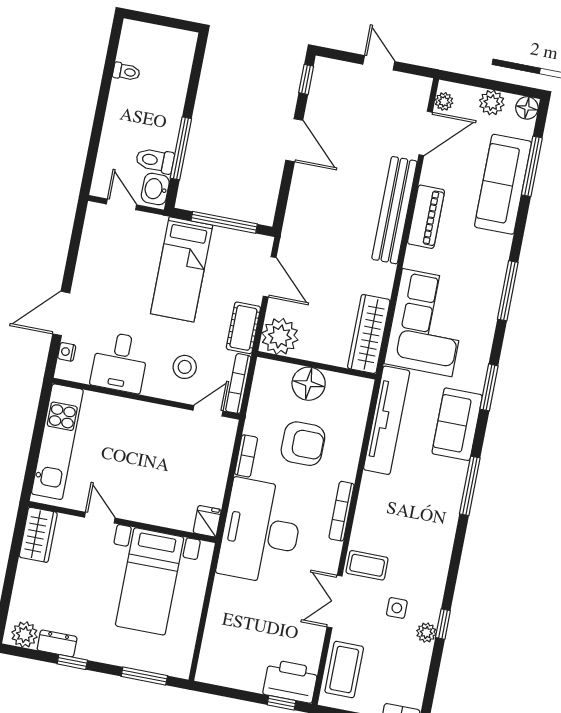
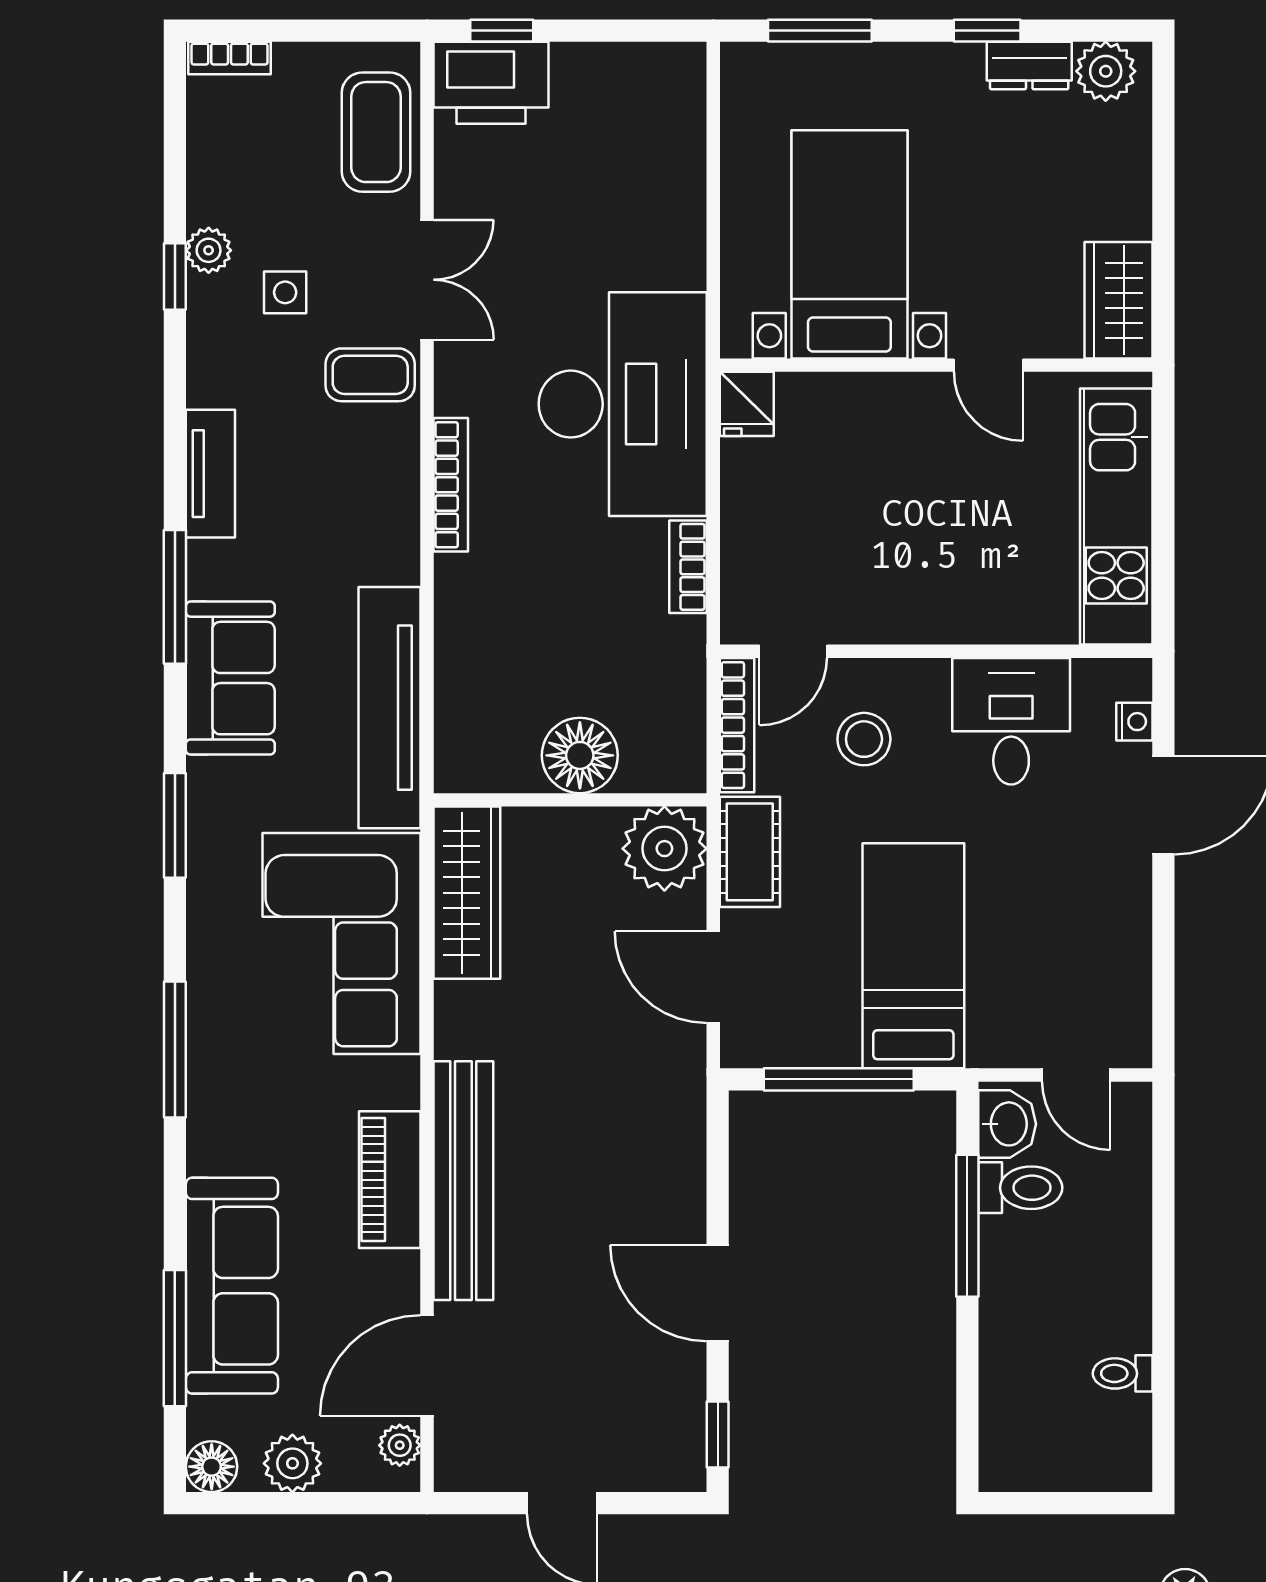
sofa: (457, 424) -> (230, 678), moved
armchair: (303, 444) -> (566, 619), removed
tv unit: (444, 536) -> (210, 474), added

